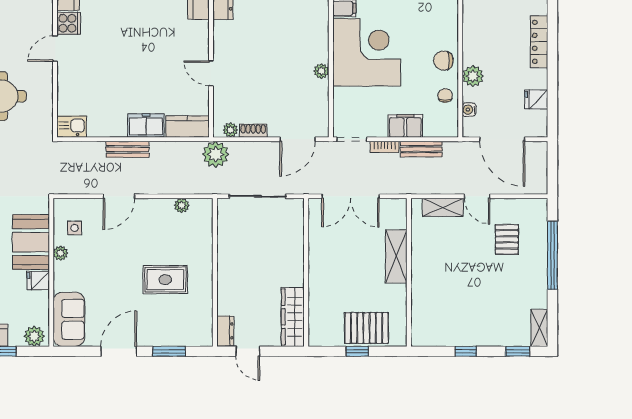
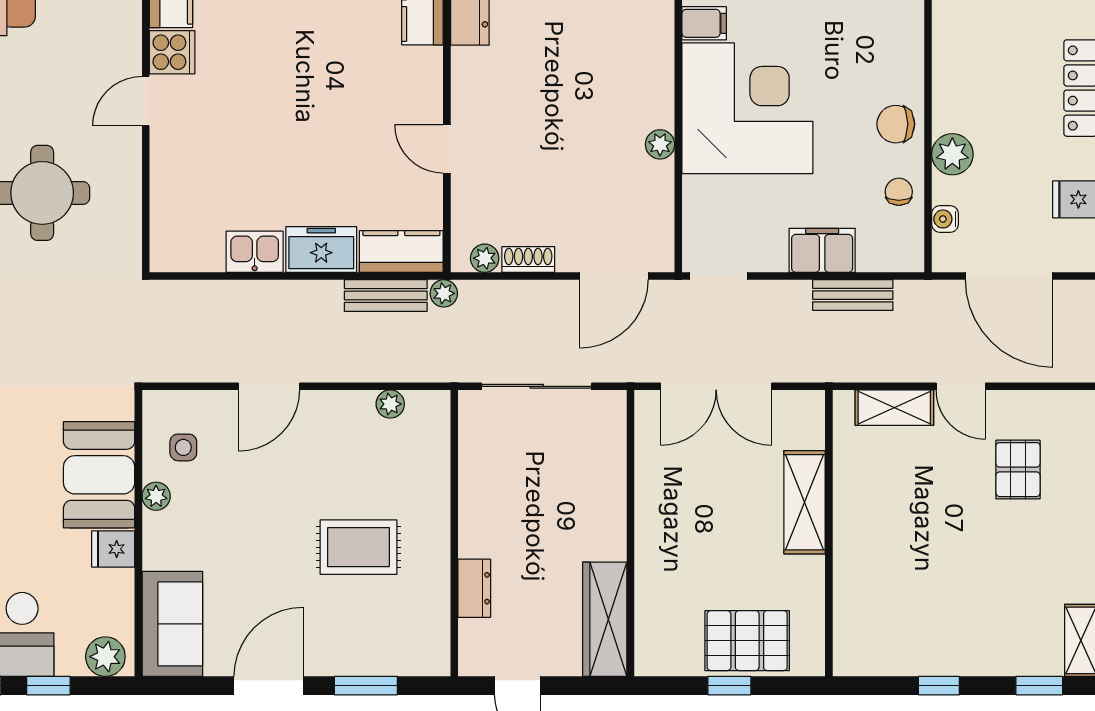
kitchen sink: (72, 127) -> (255, 252), moved
bookcase: (385, 147) -> (782, 291), removed
bench: (128, 149) -> (386, 296), moved
plant: (216, 154) -> (444, 293), width x0.53, depth x0.53
dresser: (225, 331) -> (474, 588), moved

